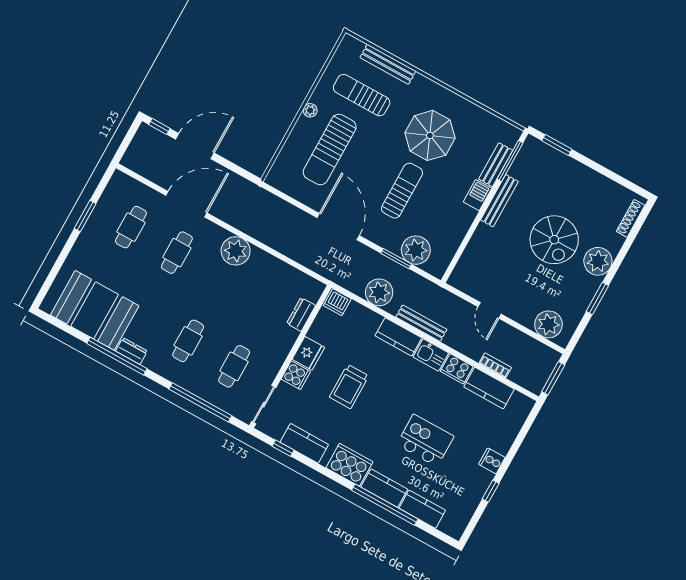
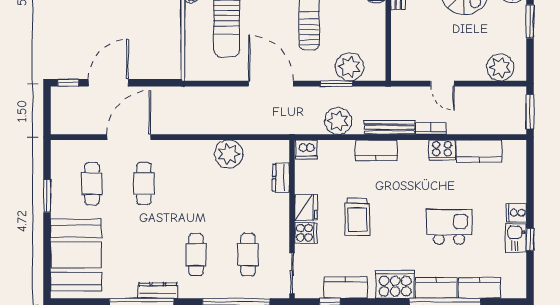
plant: (236, 251) -> (229, 154), moved
booth: (95, 310) -> (76, 255), moved, turned 90
dresser: (131, 351) -> (158, 291), width x1.44
kitchen sink: (431, 355) -> (516, 238), moved, turned 90
bookcase: (495, 365) -> (431, 128), moved

